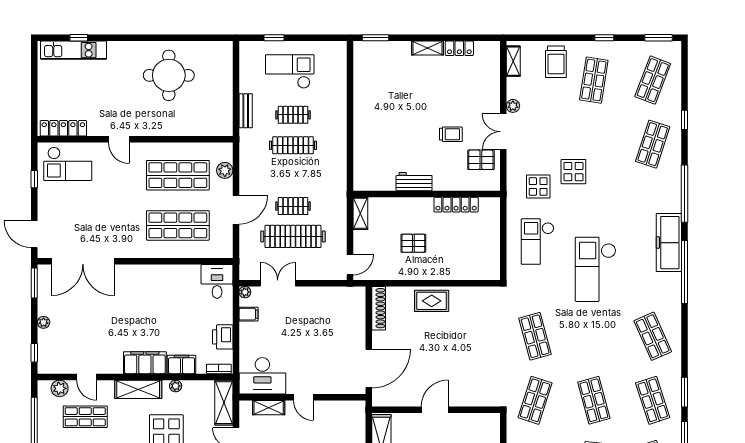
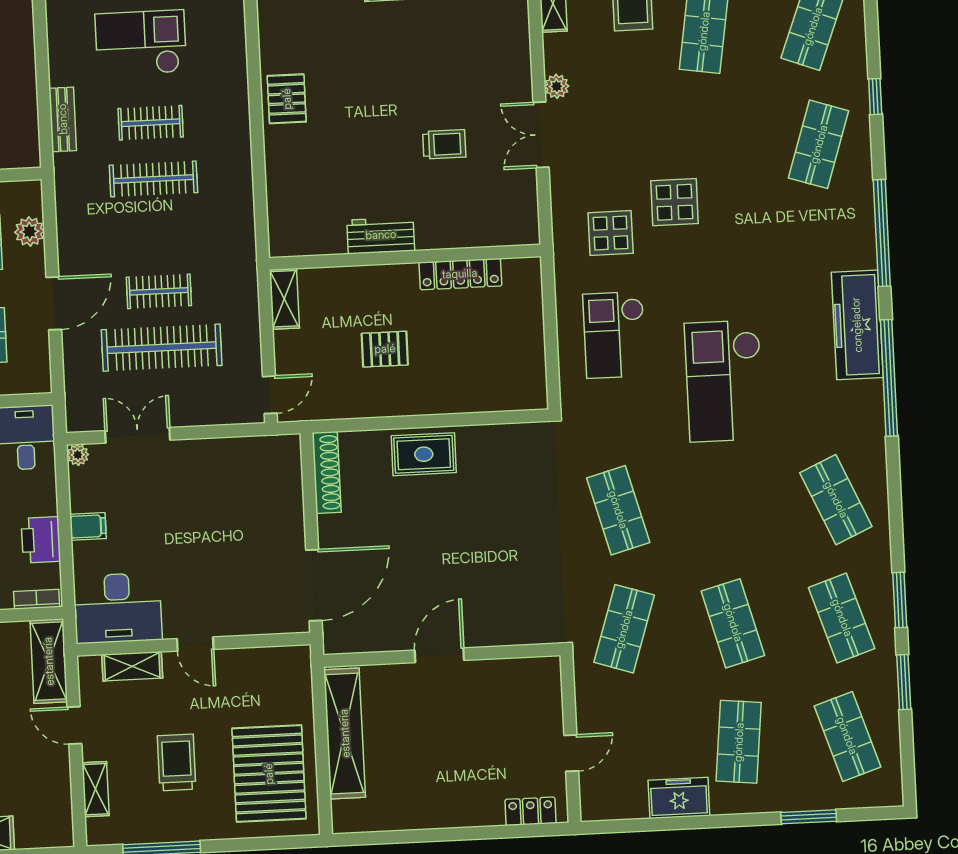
pallet: (481, 160) -> (287, 99), moved, turned 90
filing cabinet: (249, 314) -> (88, 526), moved

